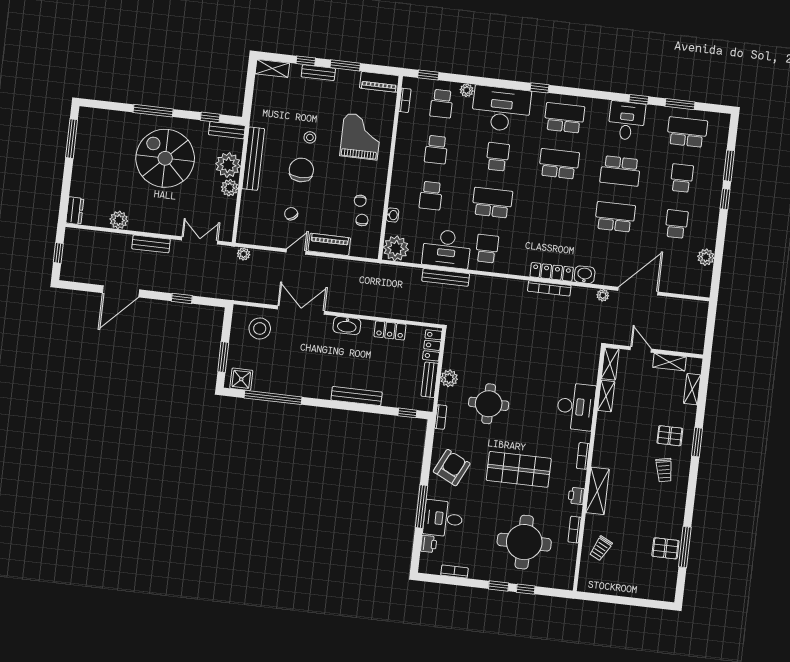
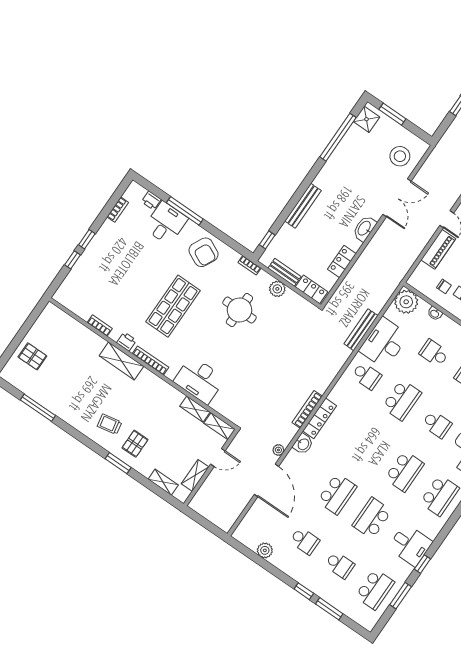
bookcase: (583, 456) -> (150, 360), width x1.56
round table: (524, 542) -> (111, 279), removed
trolley: (601, 548) -> (73, 339), removed
pallet: (665, 548) -> (32, 356), moved, turned 90

